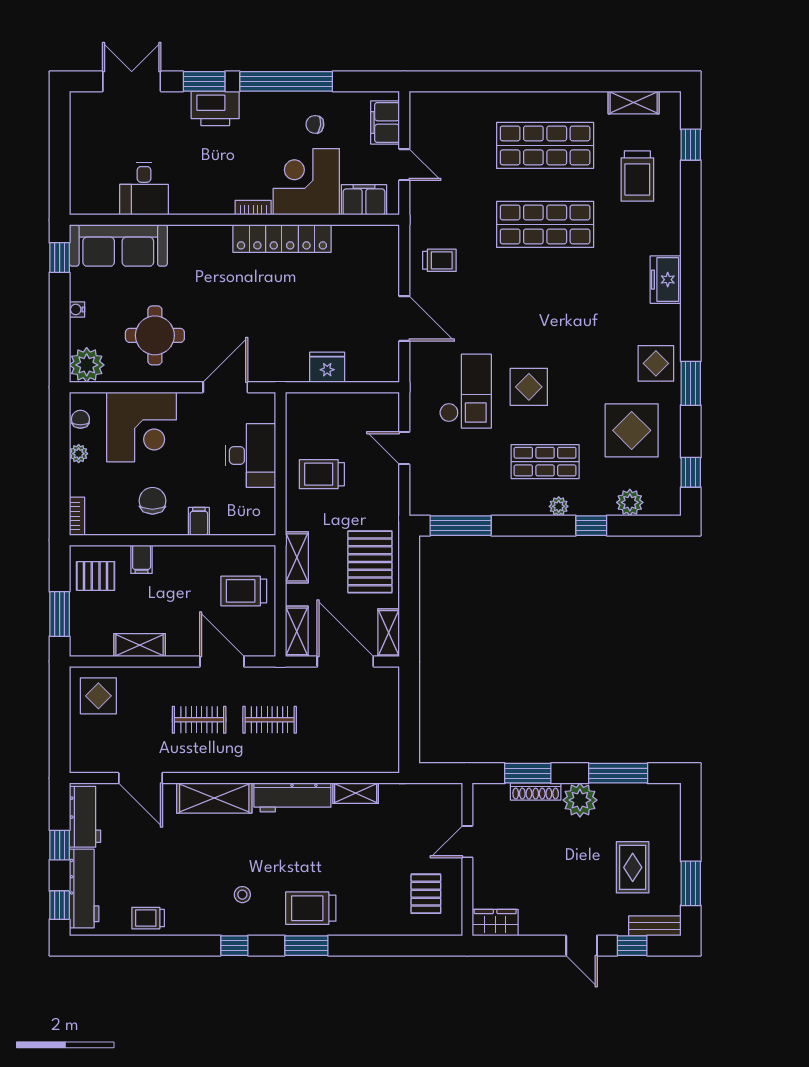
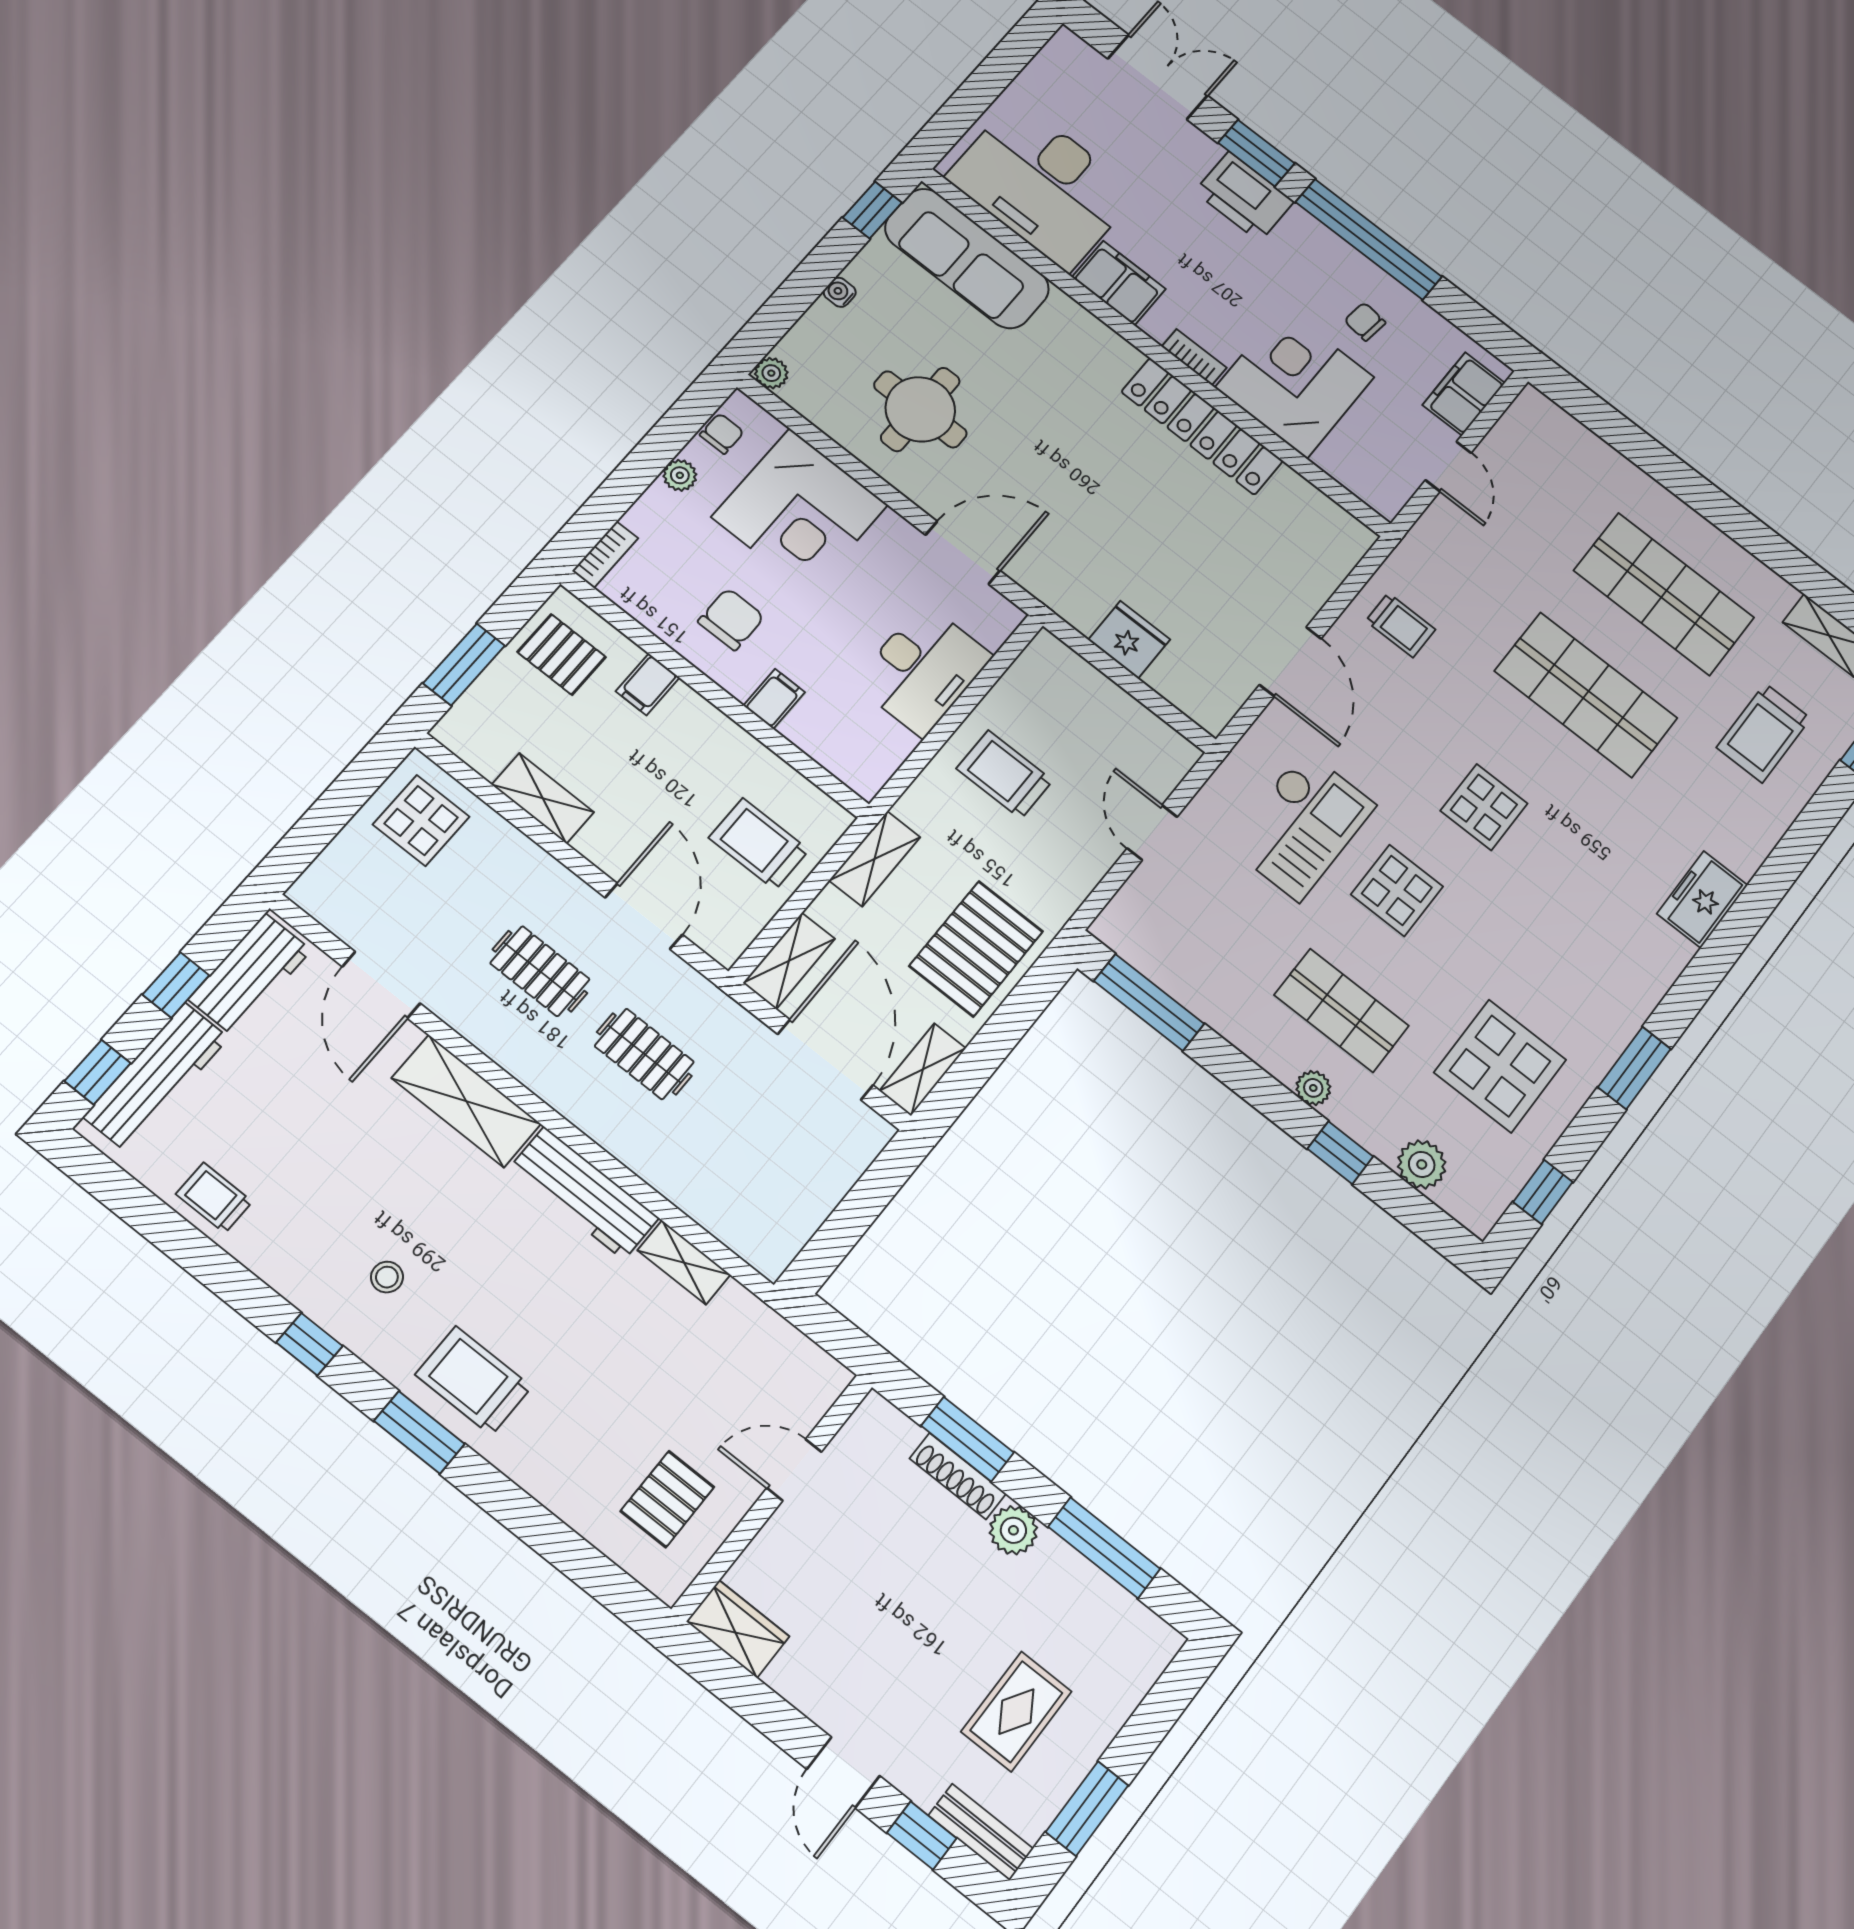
desk: (144, 189) -> (1042, 185), width x1.87, depth x1.30
filing cabinet: (364, 200) -> (1119, 283), moved
display table: (656, 363) -> (1484, 807), moved
plant: (87, 365) -> (771, 373), width x0.53, depth x0.53
plant: (580, 800) -> (1013, 1530), width x0.73, depth x0.73

